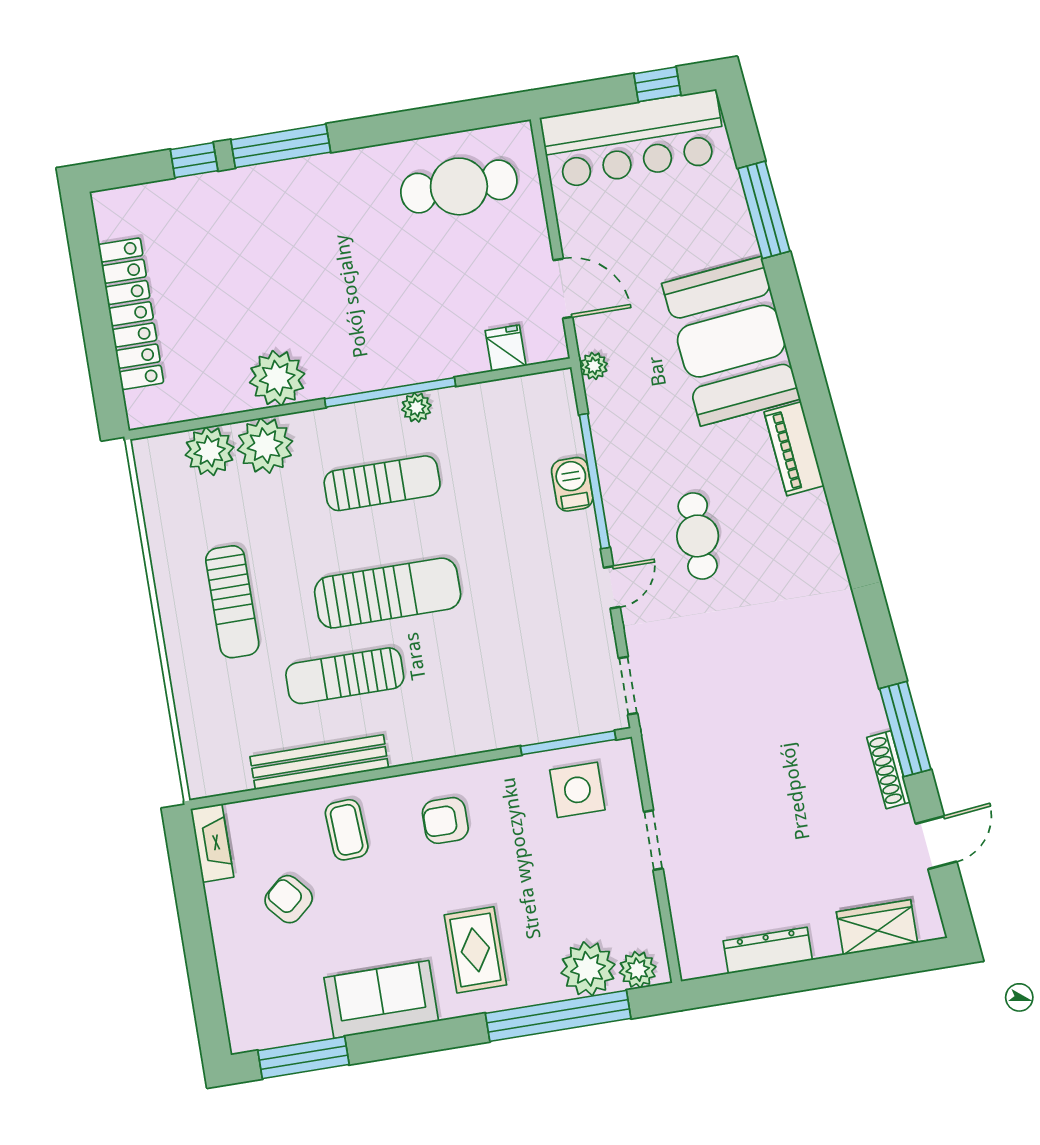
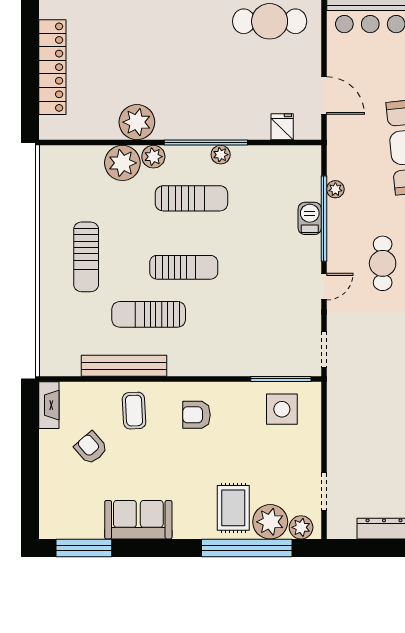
plant: (594, 366) -> (335, 189), moved
plant: (210, 451) -> (153, 157), moved, width x0.73, depth x0.73
sun lounger: (388, 593) -> (184, 267), width x0.73, depth x0.75
doorway: (653, 840) -> (324, 492), moved
rug: (475, 950) -> (233, 508), moved

